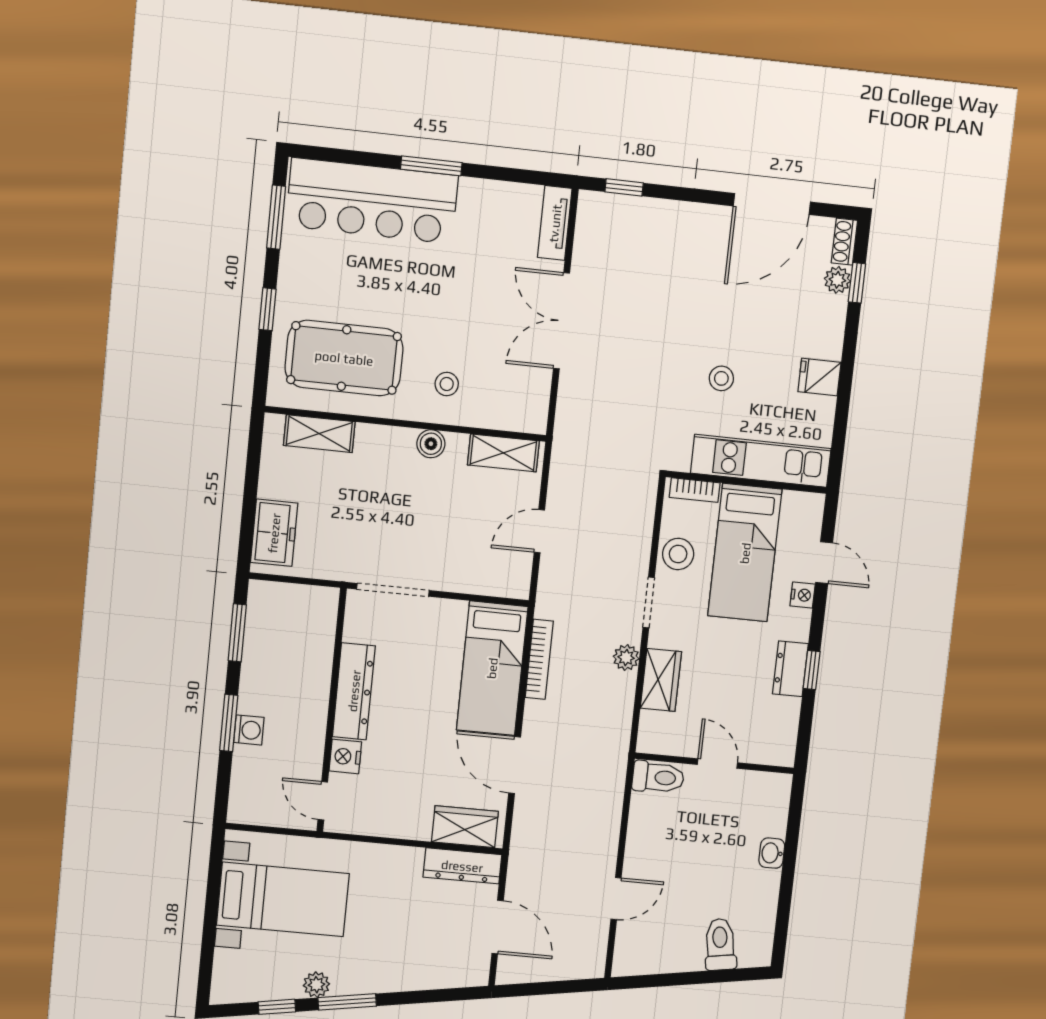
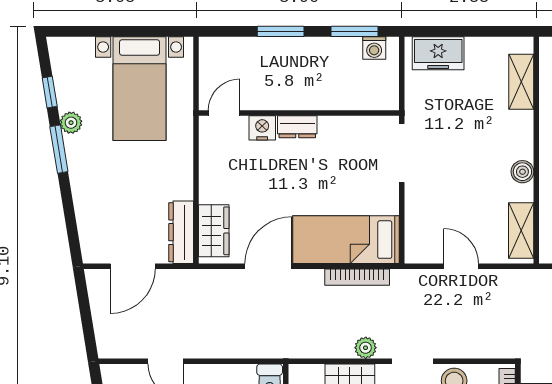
dresser: (354, 691) -> (297, 127), width x0.51, depth x0.80
washing machine: (249, 730) -> (374, 48), moved

